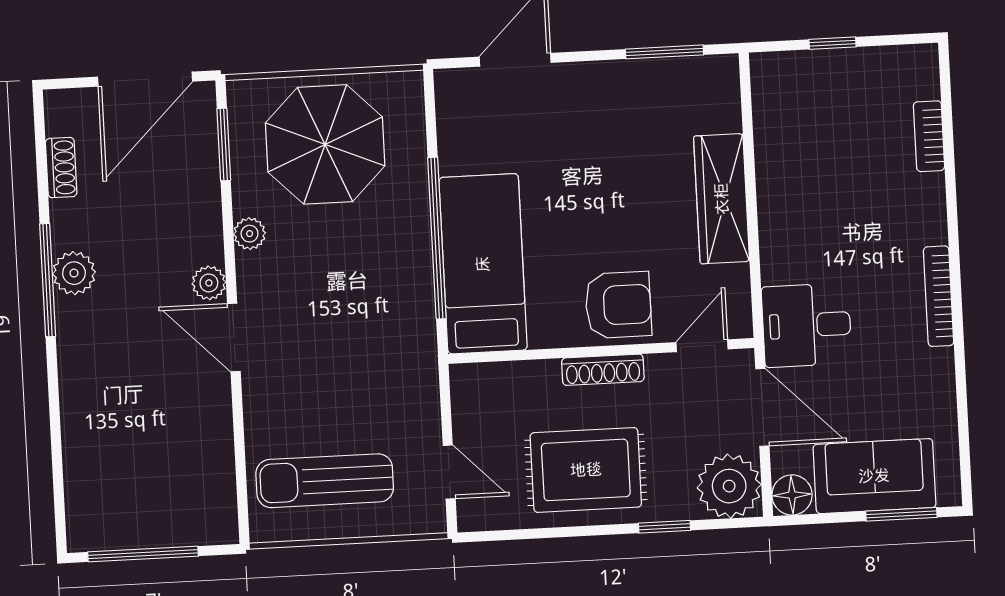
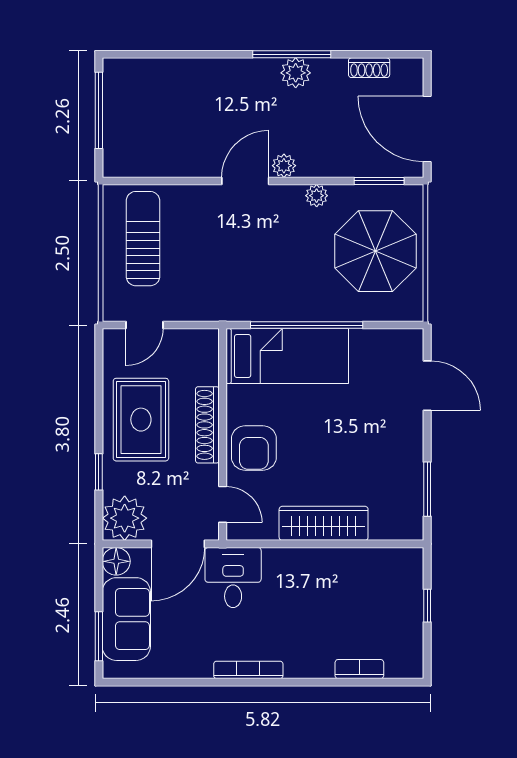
shoe rack: (603, 370) -> (207, 425), width x1.36, depth x1.24

